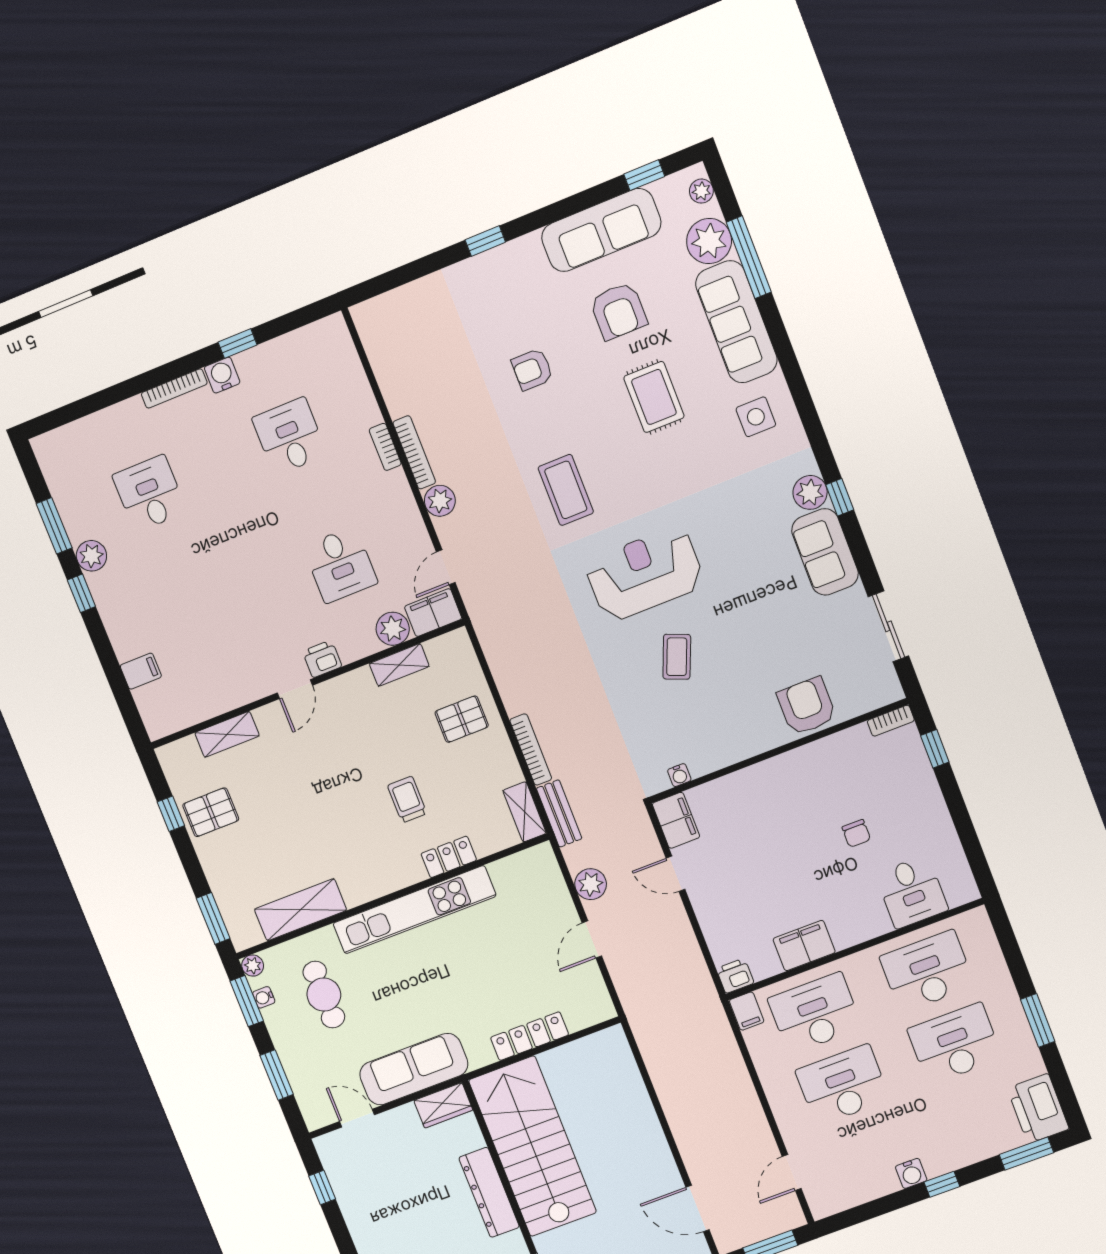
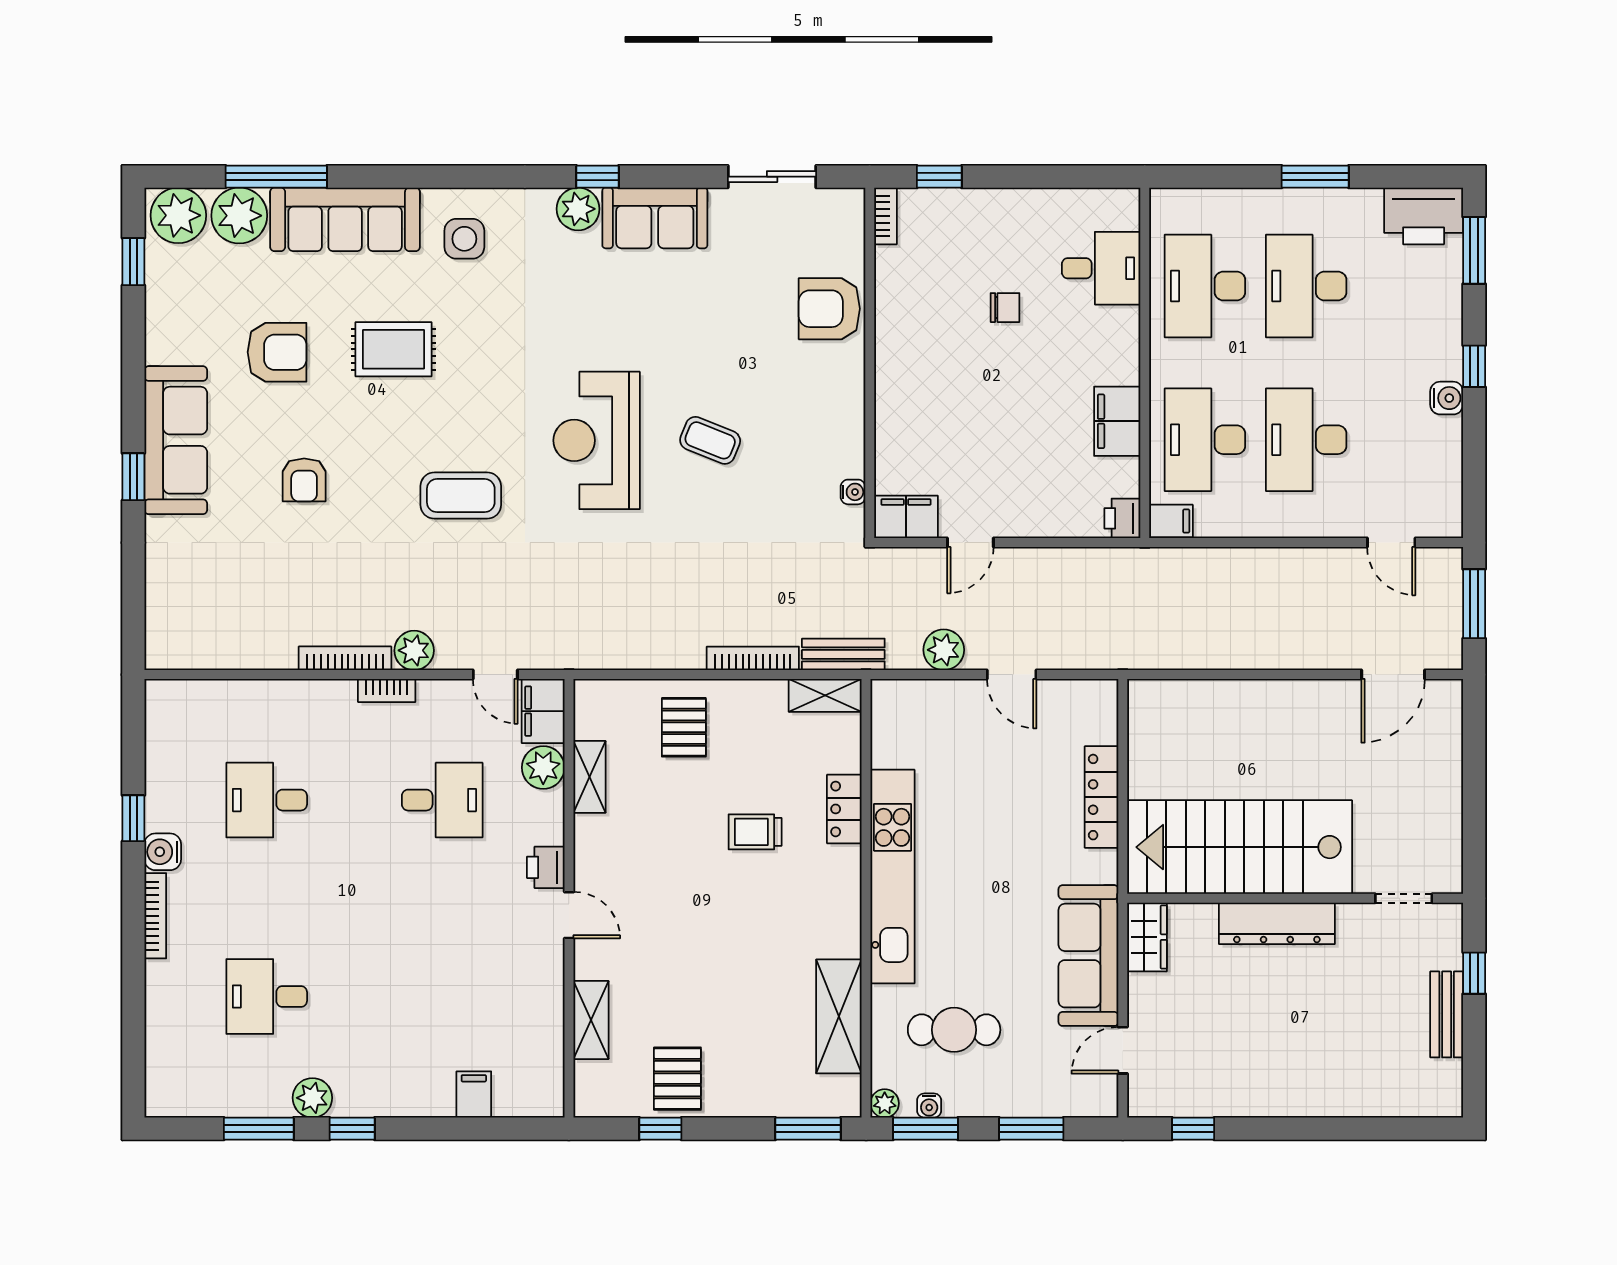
plant: (701, 191) -> (178, 215), width x1.87, depth x1.87
sofa: (601, 230) -> (176, 440), moved
bookcase: (385, 447) -> (387, 690), moved

